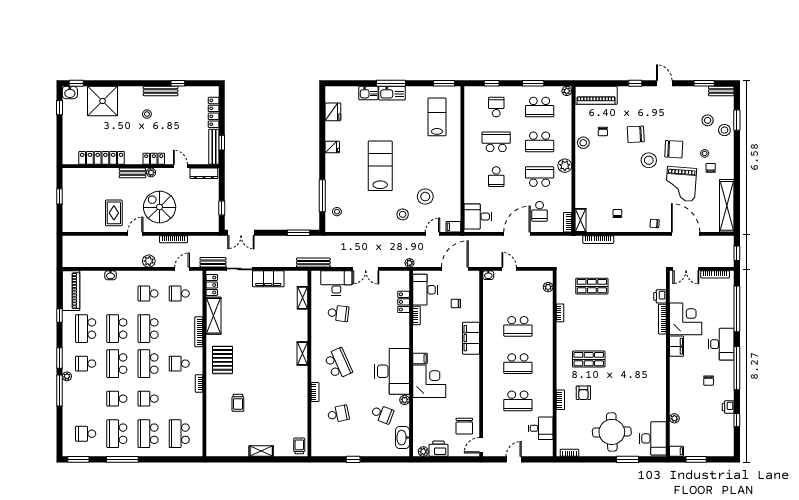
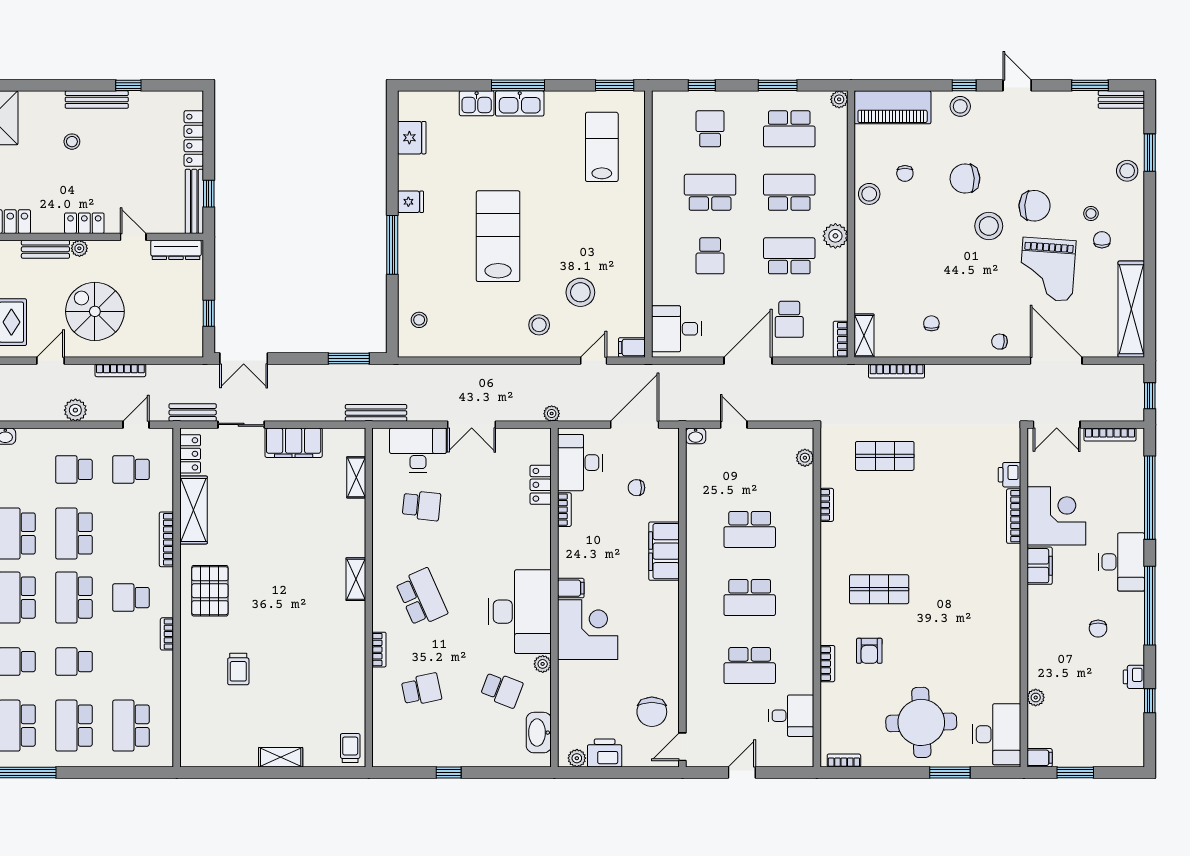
stool: (708, 120) -> (960, 106), moved
school desk: (540, 142) -> (789, 192), turned 180
window: (322, 196) -> (392, 245), moved

